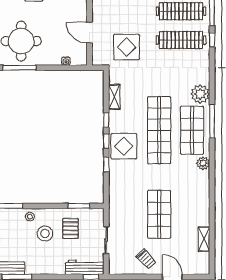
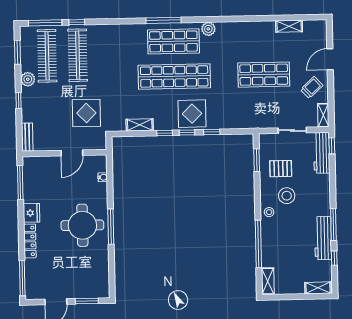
plant: (200, 94) -> (135, 34), removed
shelving: (120, 269) -> (323, 115), added

